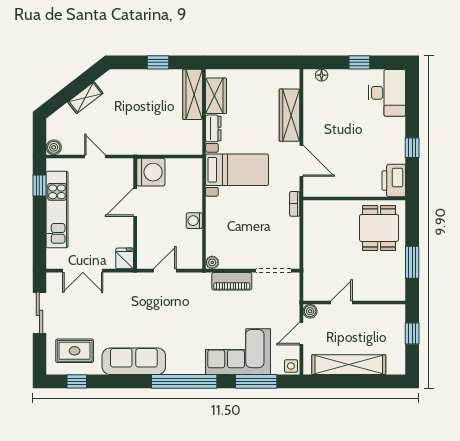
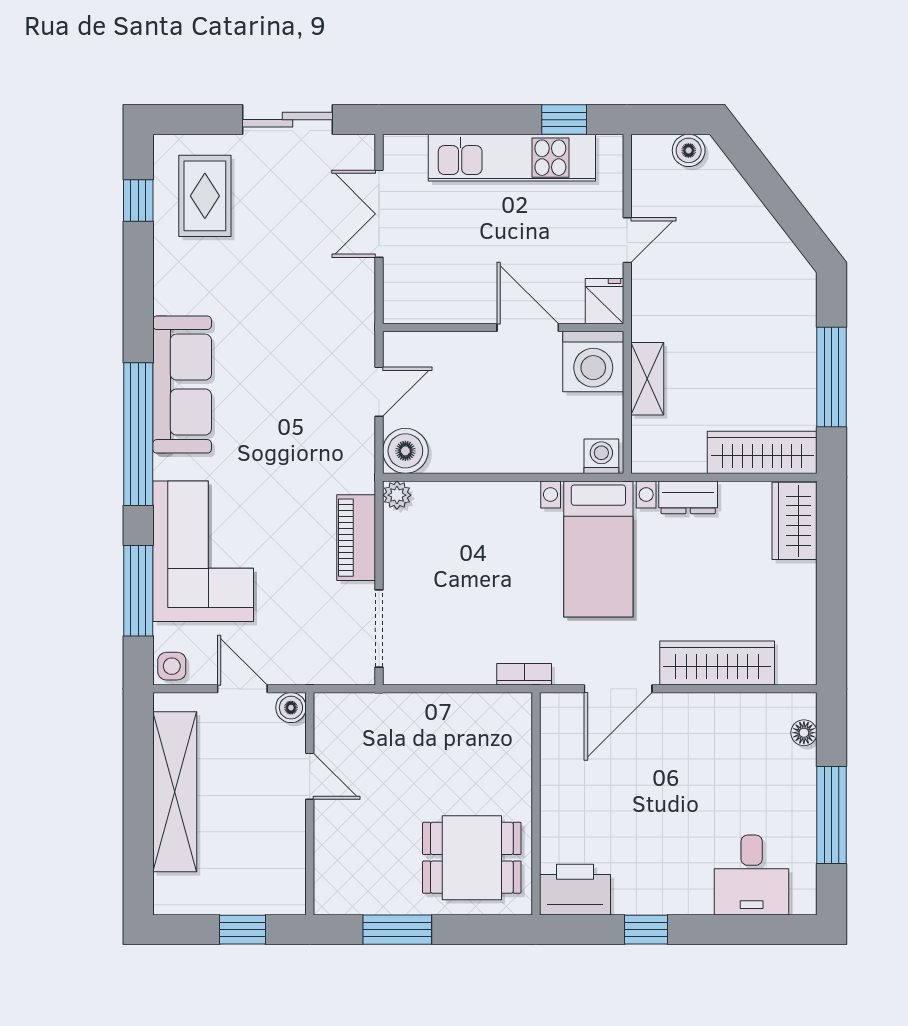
window: (158, 62) -> (832, 377), width x2.17
window: (359, 62) -> (832, 815), width x2.17
desk: (387, 93) -> (752, 875), width x0.73
wardrobe: (216, 96) -> (795, 521), moved, turned 90
shelving: (85, 98) -> (647, 379), moved, turned 38
boiler: (54, 147) -> (689, 150), moved
washing machine: (194, 221) -> (601, 456), moved
fridge: (125, 258) -> (604, 301), moved, turned -90
boiler: (192, 259) -> (405, 451), added
door: (165, 271) -> (379, 392), hinge flipped
sofa: (134, 361) -> (182, 385), moved

